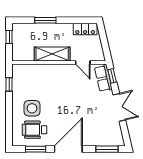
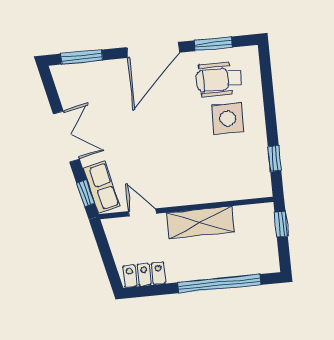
window: (45, 20) -> (219, 284), width x2.11
window: (9, 37) -> (281, 224), moved
double door: (119, 107) -> (66, 136), swing flipped
wheelchair: (34, 130) -> (219, 79), turned 180

